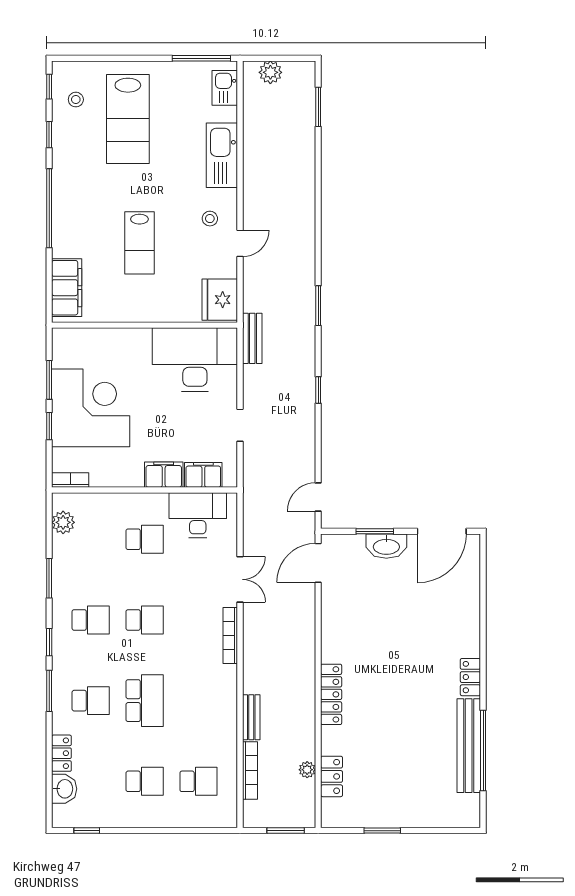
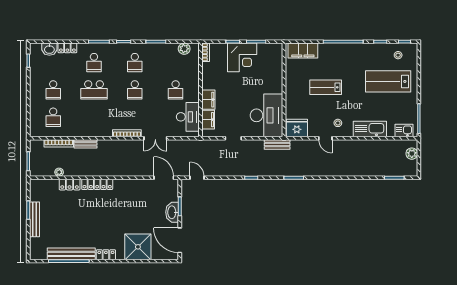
corner desk: (91, 408) -> (242, 57), width x0.74, depth x0.74
shower: (455, 614) -> (138, 247), added
locker: (332, 776) -> (70, 185), moved
bench: (400, 818) -> (34, 219), added

